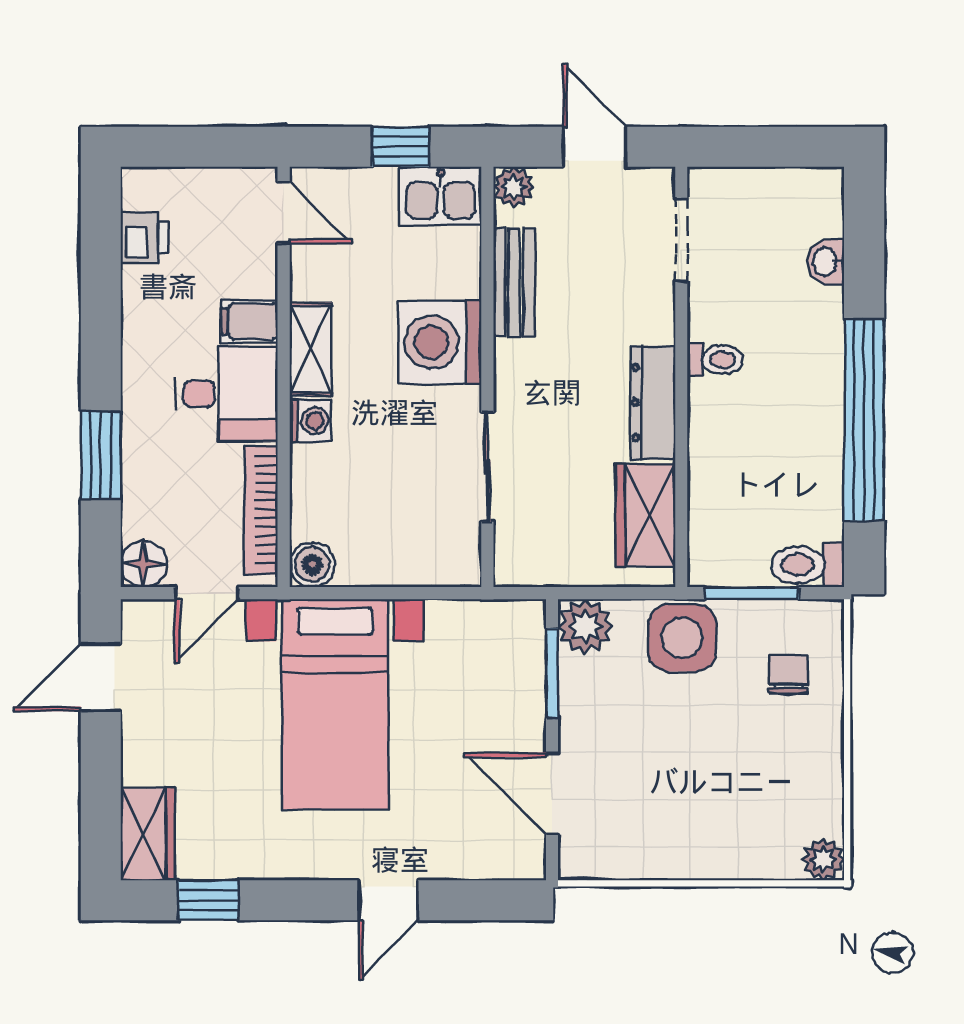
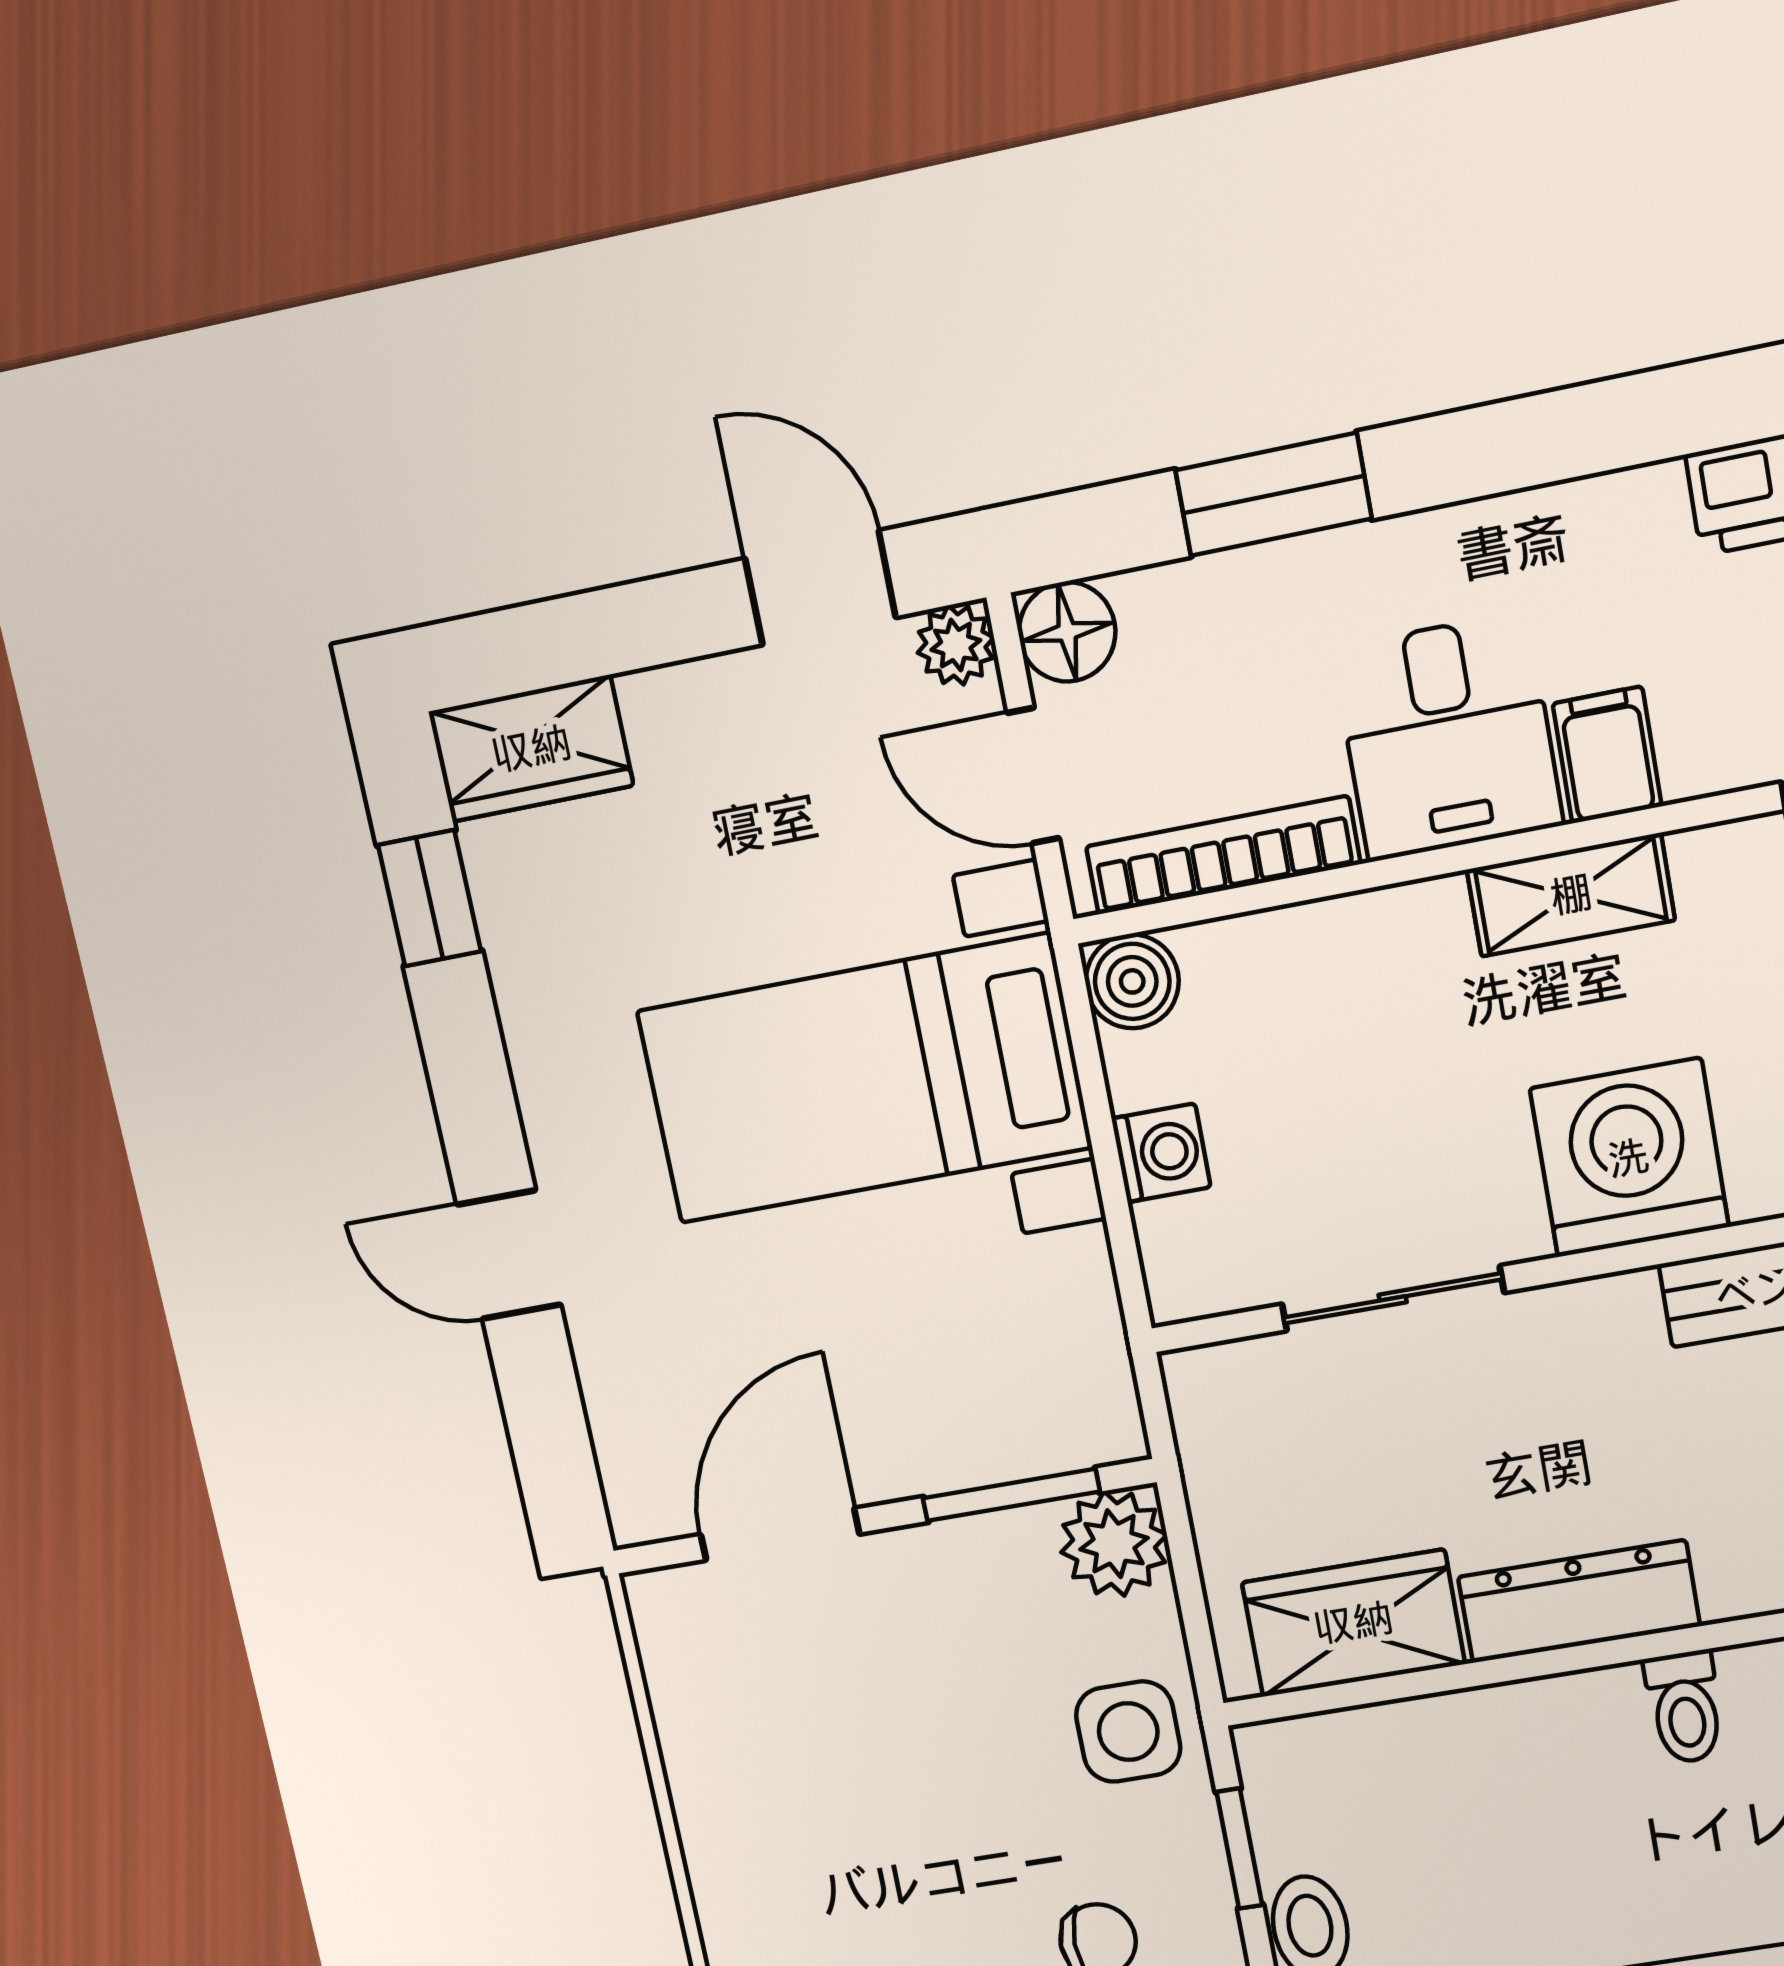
washing machine: (311, 421) -> (1161, 1153), moved, turned -90
window: (752, 593) -> (1239, 1849), width x0.67
plant: (140, 618) -> (956, 645), added
side table: (682, 638) -> (1128, 1732), width x0.73, depth x0.73

